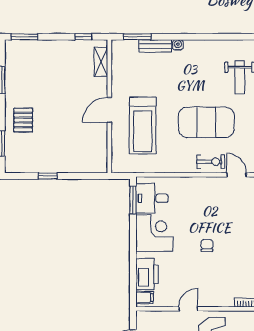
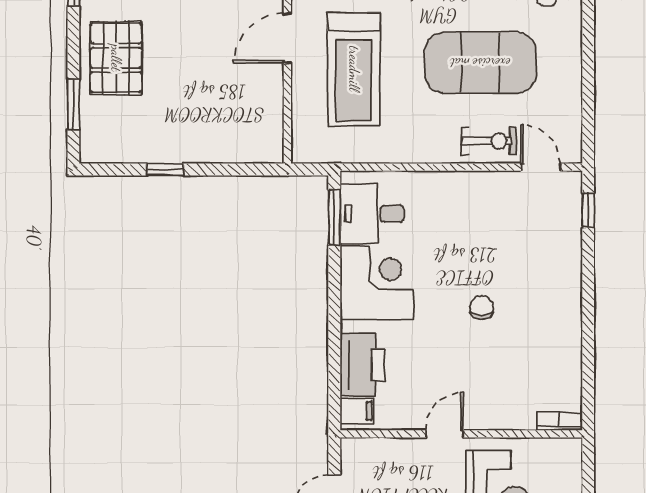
pallet: (23, 120) -> (116, 58), width x1.50, depth x1.42

